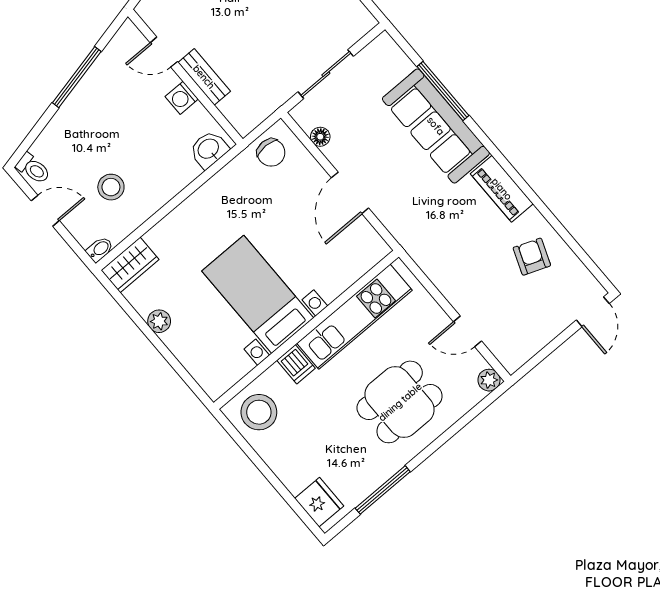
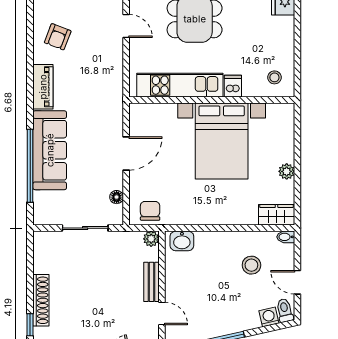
window: (443, 91) -> (30, 166), width x1.46
washing machine: (182, 98) -> (269, 317), moved, turned -103
plant: (244, 123) -> (151, 239), added
bed with nightstands: (258, 294) -> (222, 141), width x1.36
stool: (259, 412) -> (274, 77), width x0.53, depth x0.53

